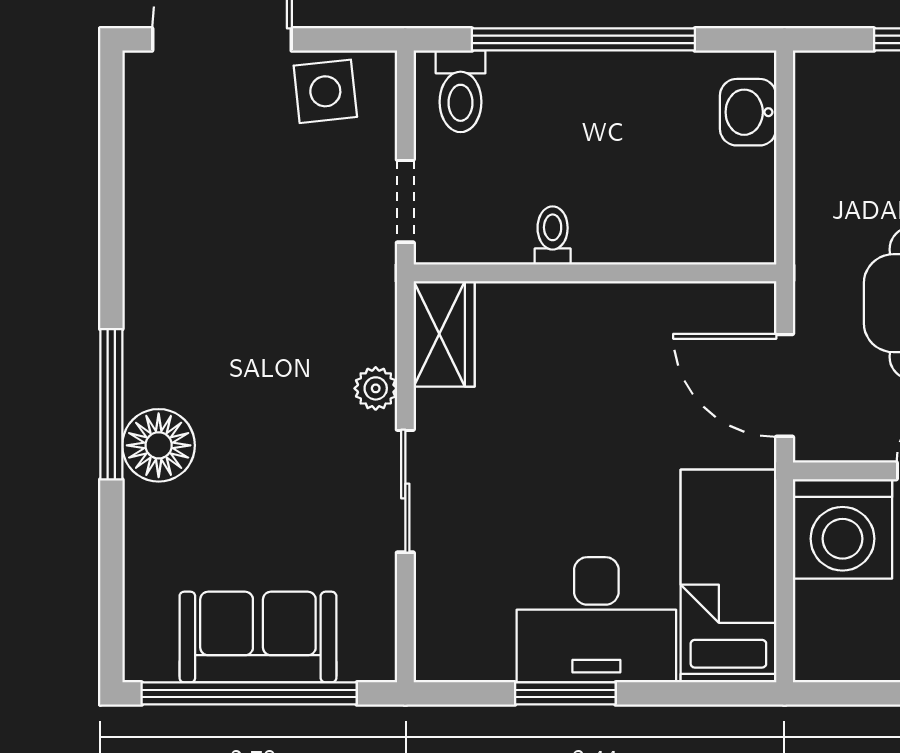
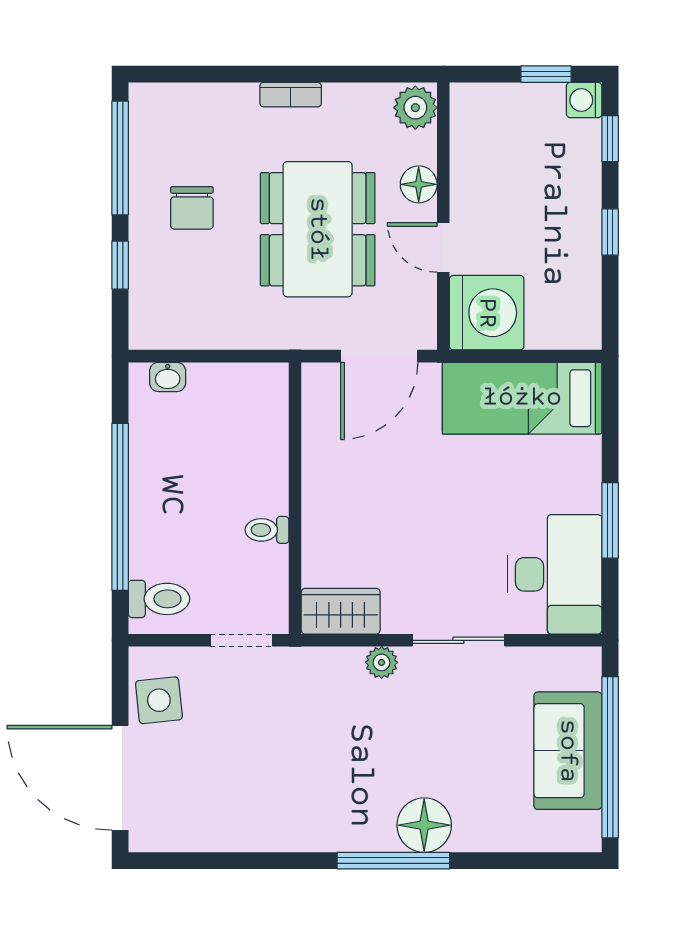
washbasin: (748, 112) -> (168, 377), width x0.72, depth x0.69
desk: (596, 620) -> (555, 574), moved

